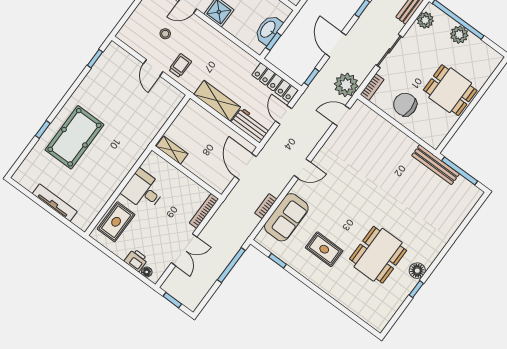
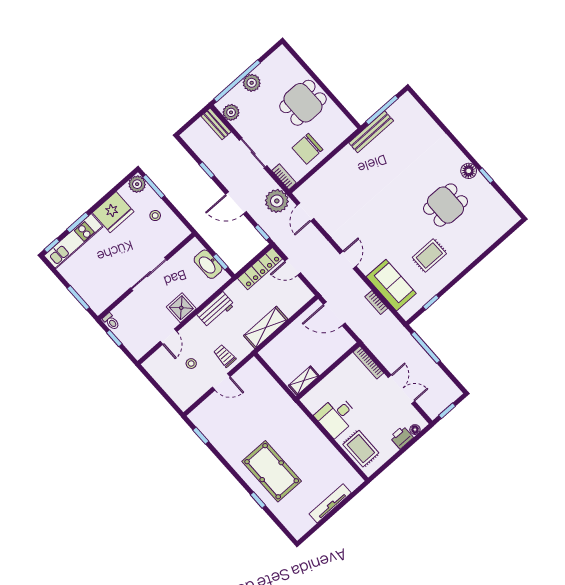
workbench: (251, 125) -> (216, 310), moved, turned 180
dining table: (378, 255) -> (445, 205), width x0.73

